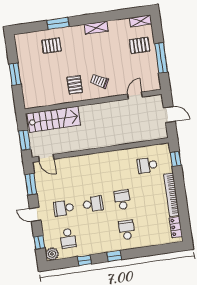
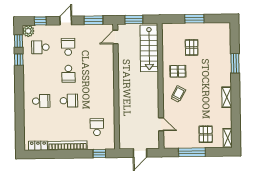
pallet: (51, 46) -> (192, 47), moved
window: (114, 256) -> (18, 41), moved

